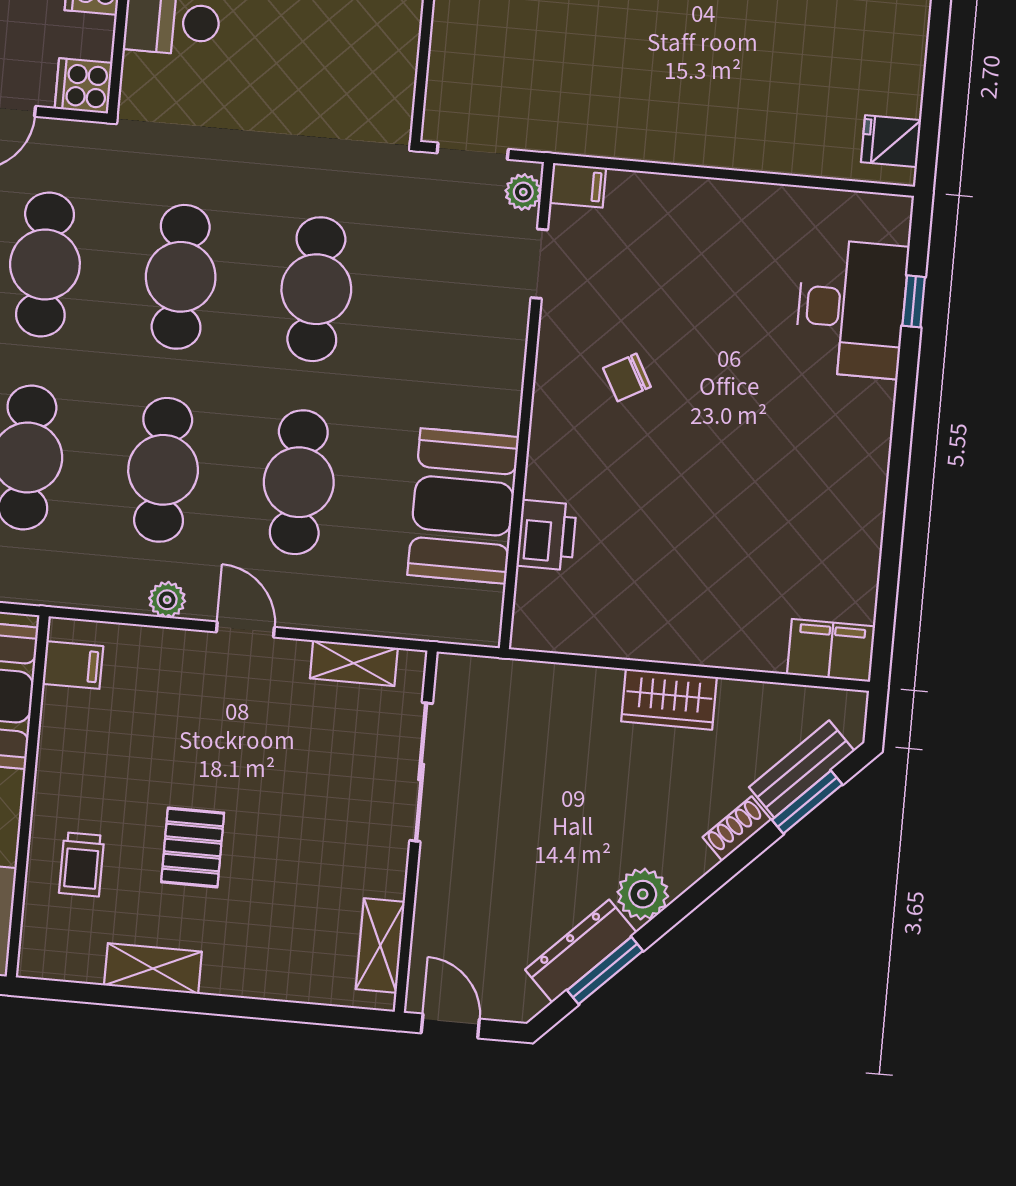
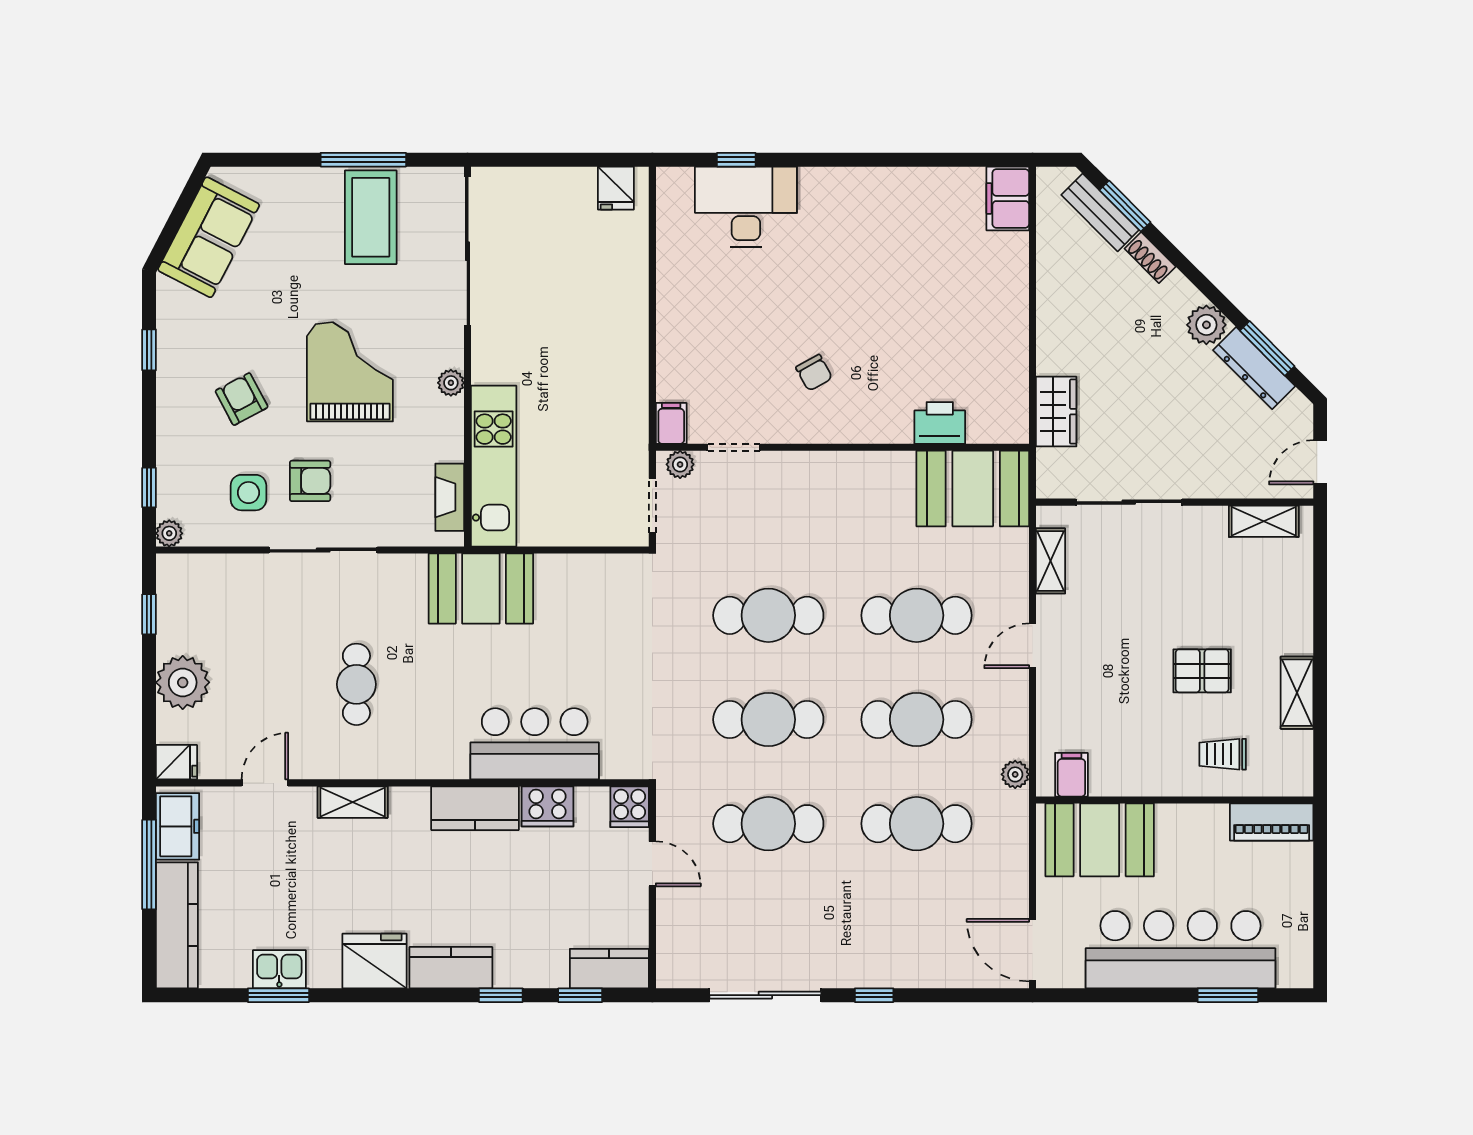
booth: (463, 506) -> (973, 489), moved
plant: (167, 600) -> (1015, 774), moved
wardrobe: (669, 699) -> (1056, 412), moved
trolley: (82, 864) -> (1223, 754), turned 180

